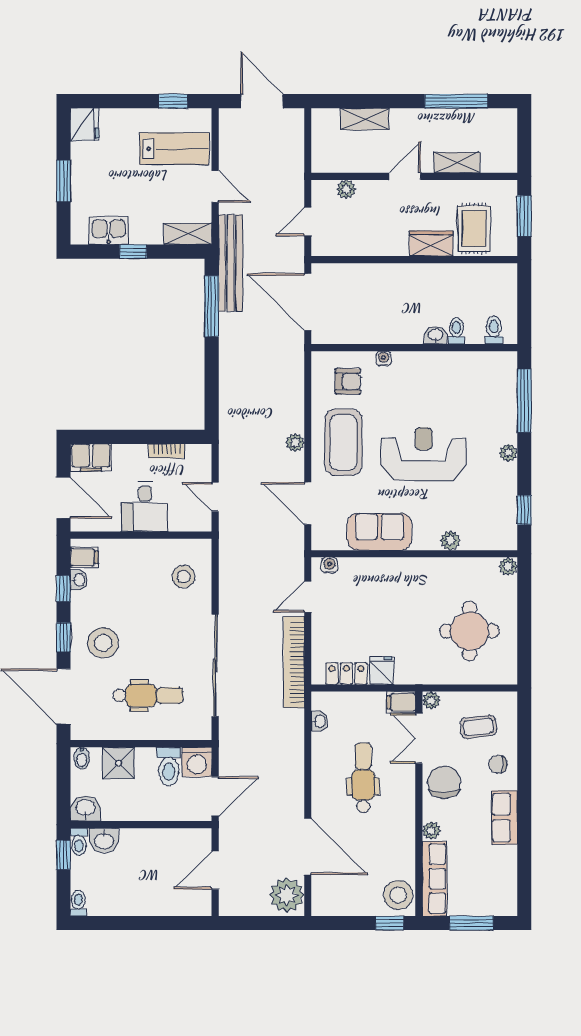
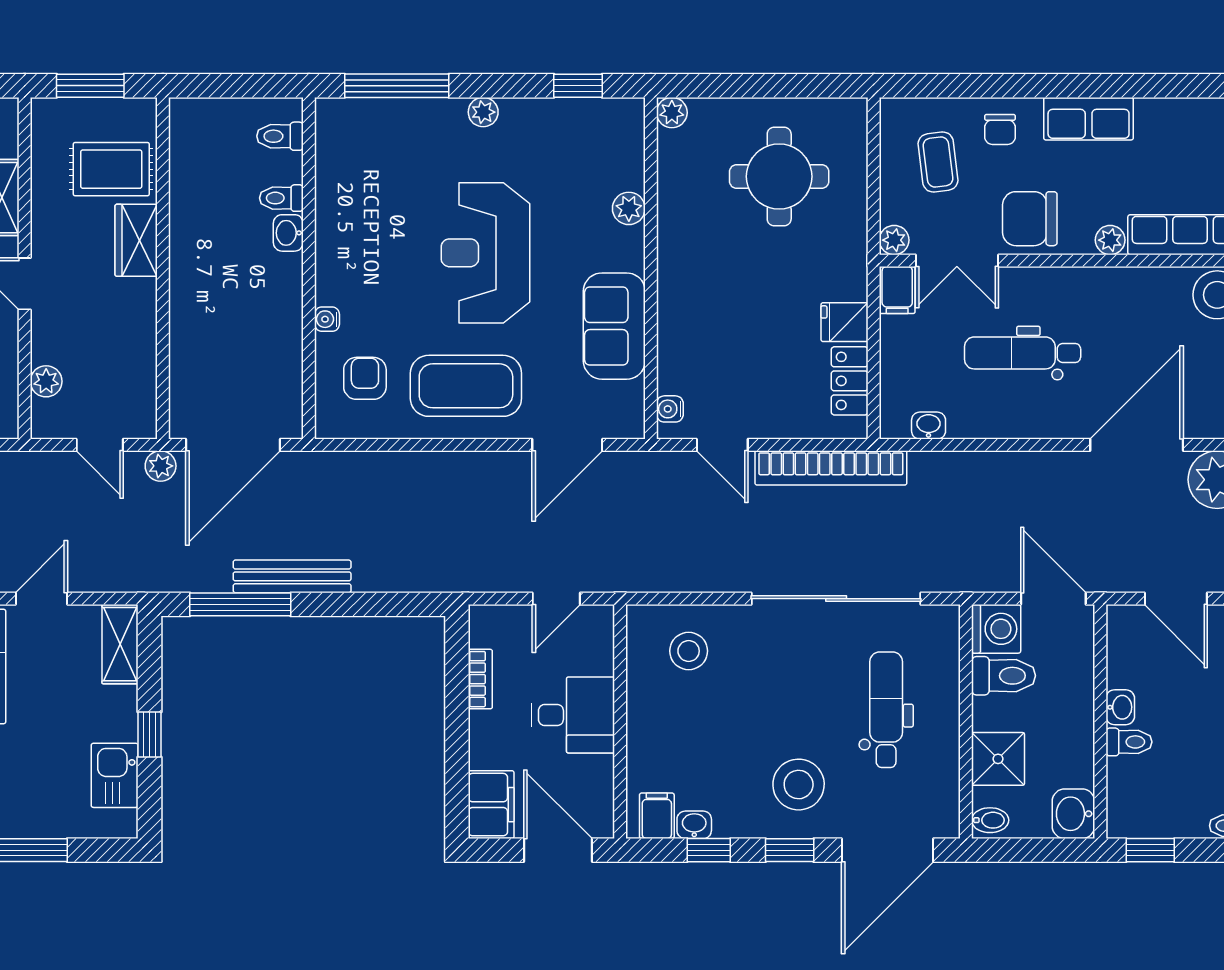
bench: (231, 263) -> (292, 576), moved, width x0.73, depth x0.82
plant: (295, 443) -> (161, 466), moved
door: (64, 498) -> (558, 850), hinge flipped
washbasin: (104, 840) -> (1120, 707), moved, width x0.72, depth x0.69
toilet: (79, 842) -> (1129, 742), moved

